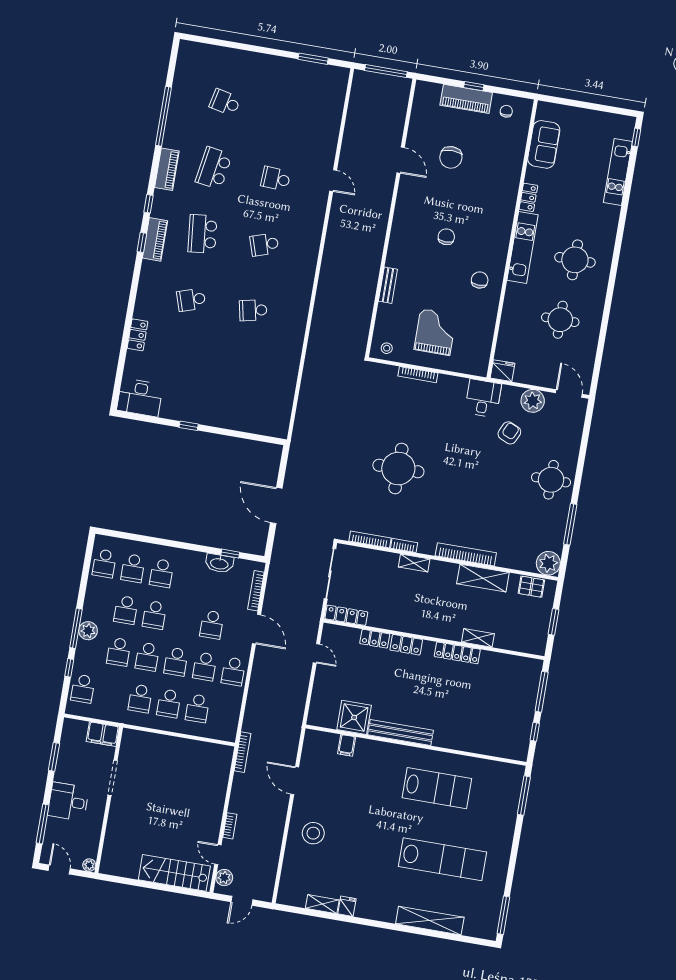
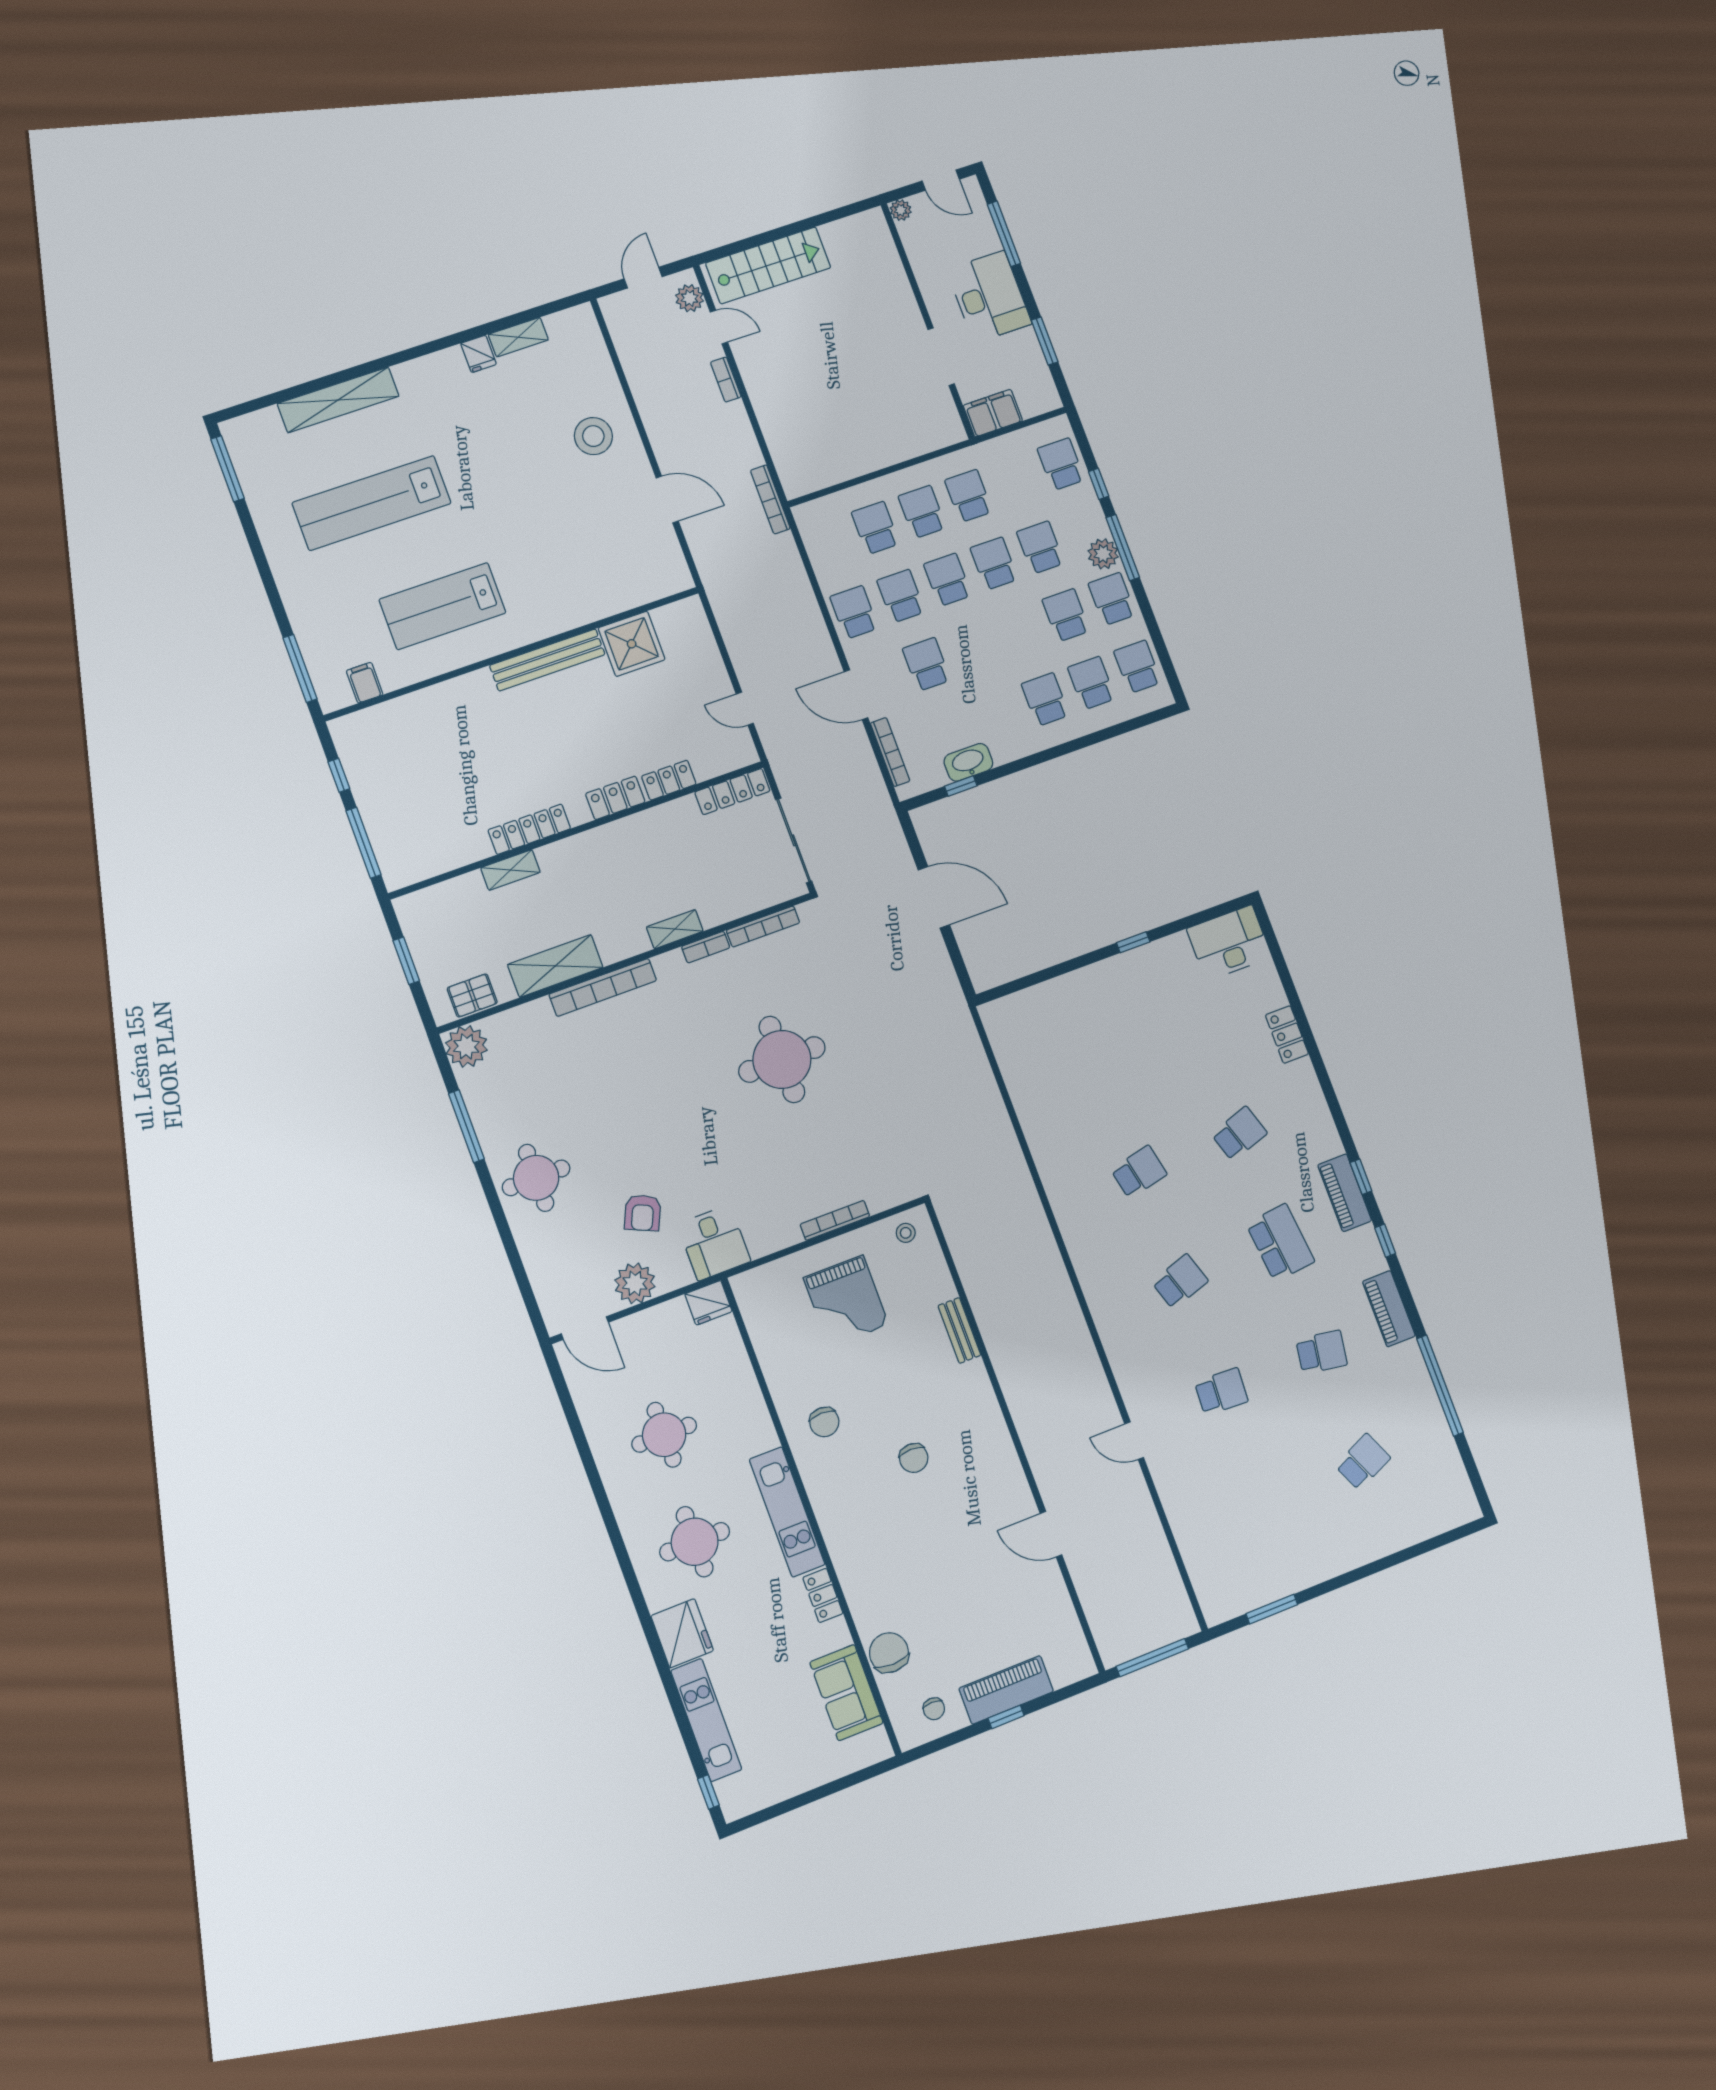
school desk: (225, 102) -> (1363, 1462), turned -36
chair: (451, 157) -> (889, 1653), moved
school desk: (214, 168) -> (1321, 1352), width x0.54
fridge: (606, 220) -> (682, 1633), added
school desk: (154, 615) -> (1112, 599), moved
filing cabinet: (347, 745) -> (365, 683), moved
desk: (68, 802) -> (989, 297), width x1.37

